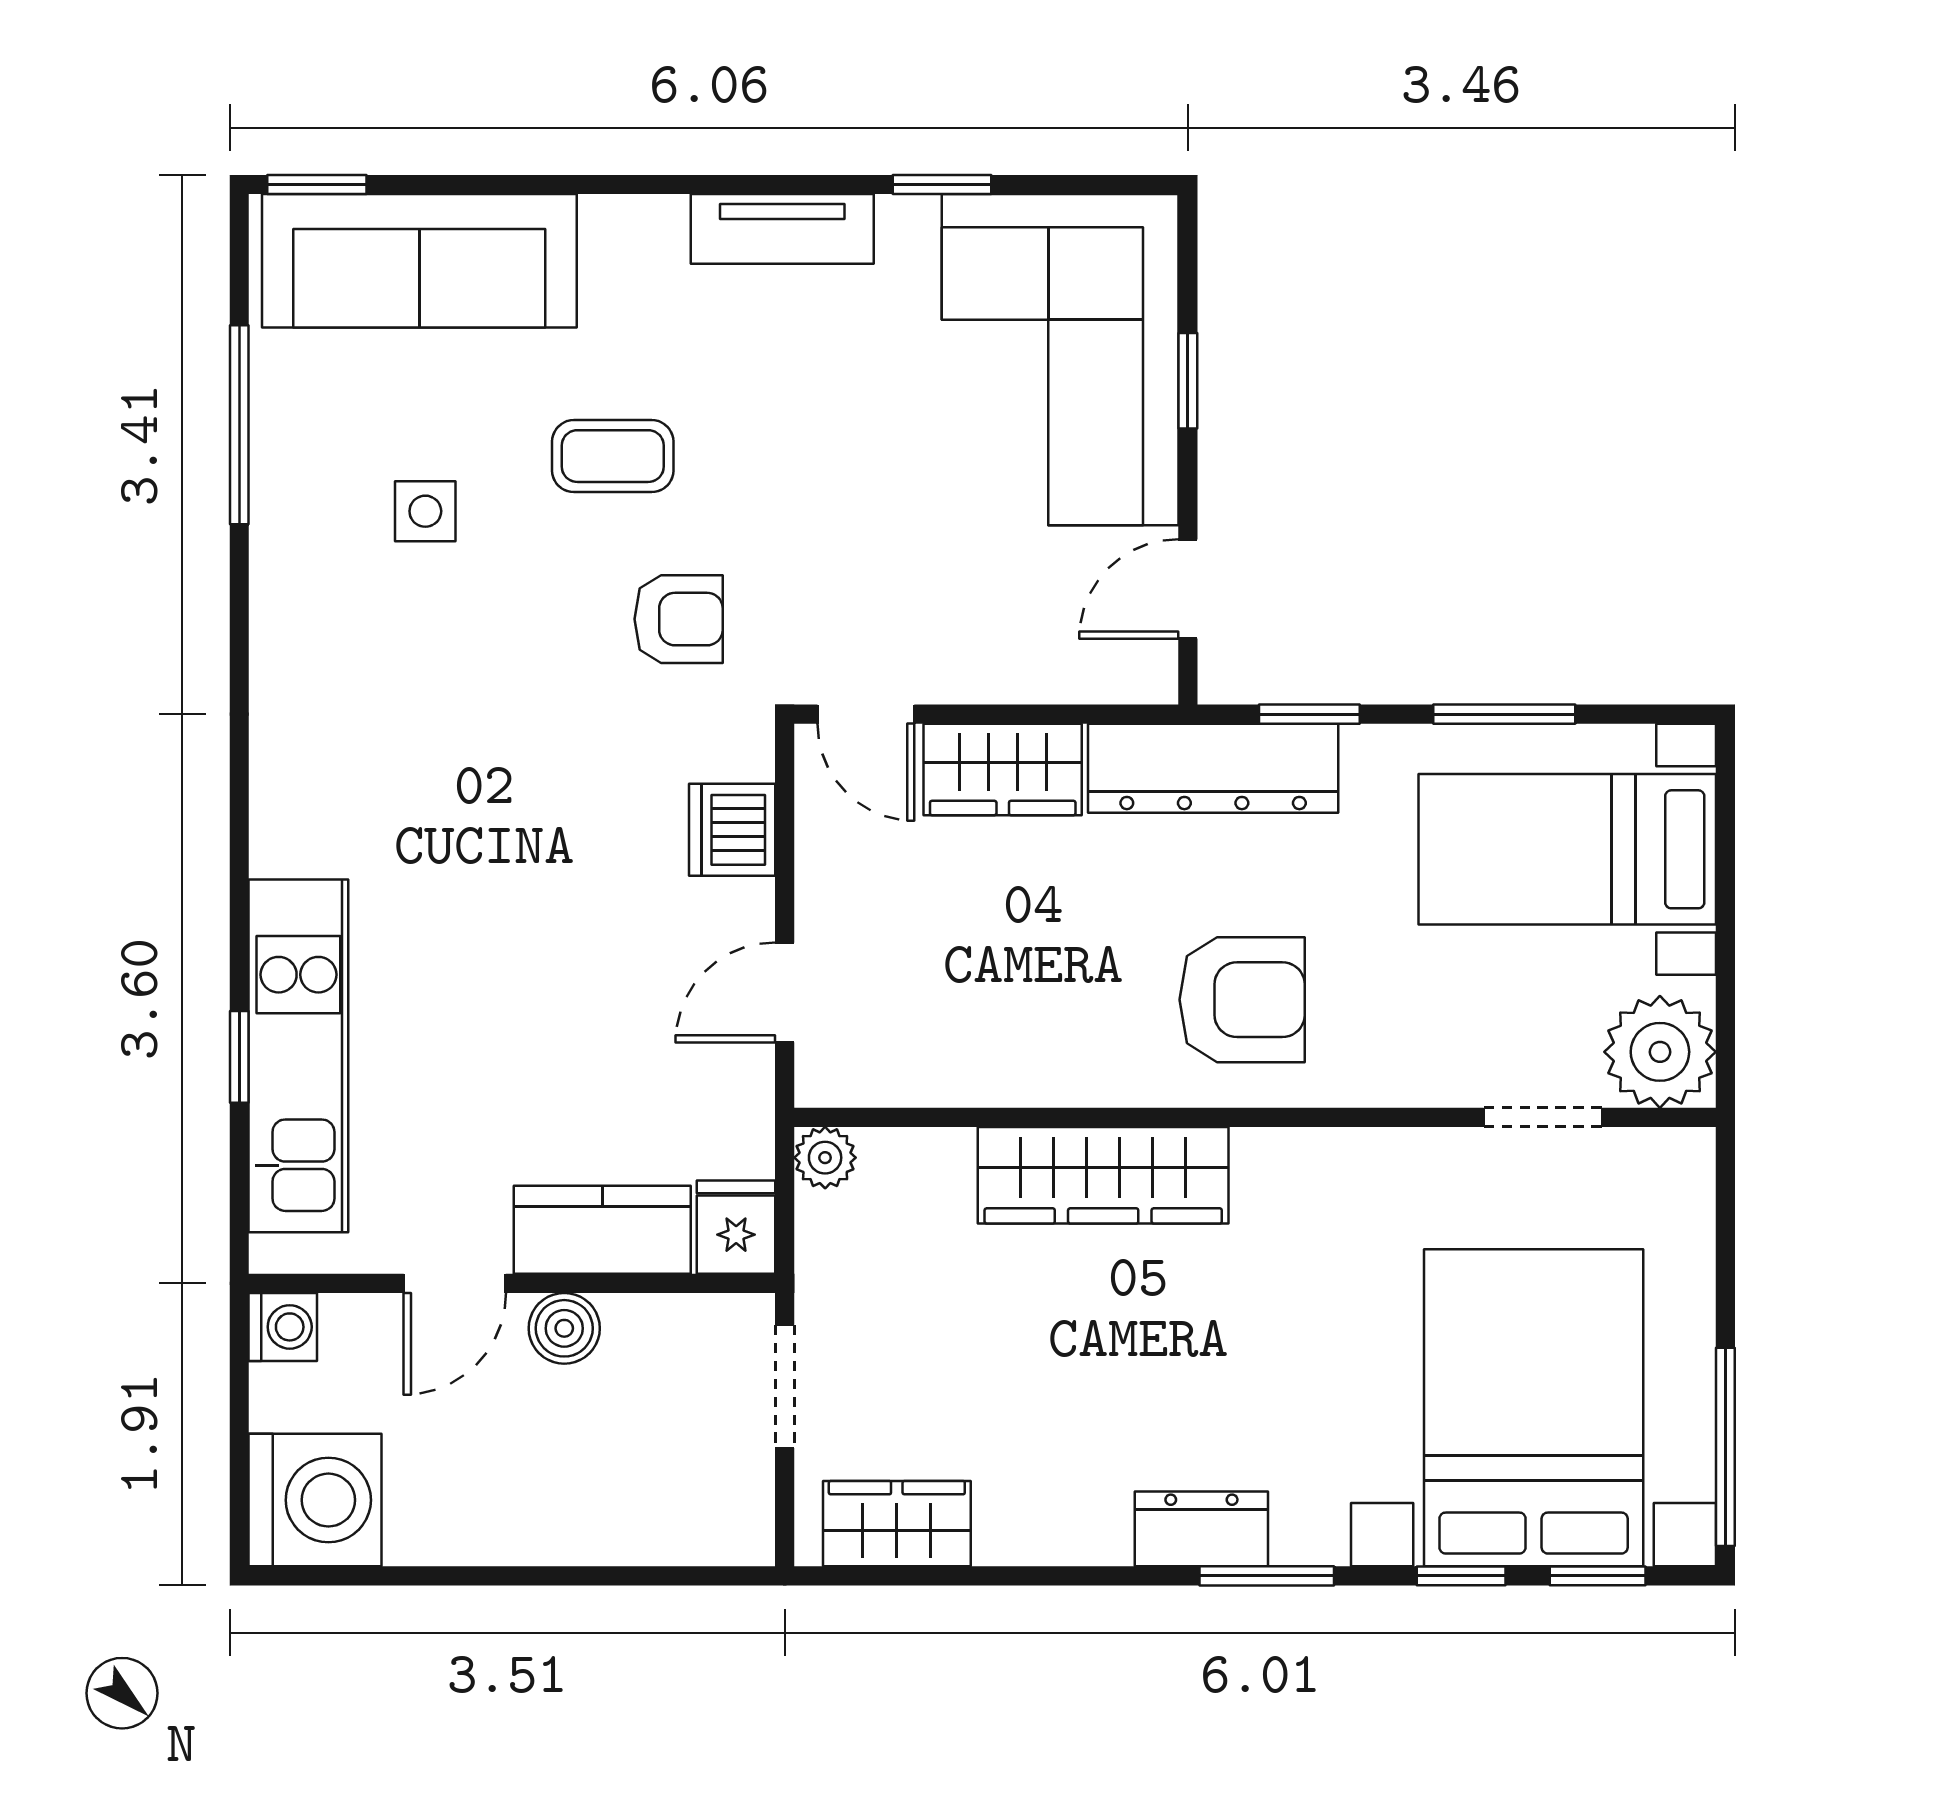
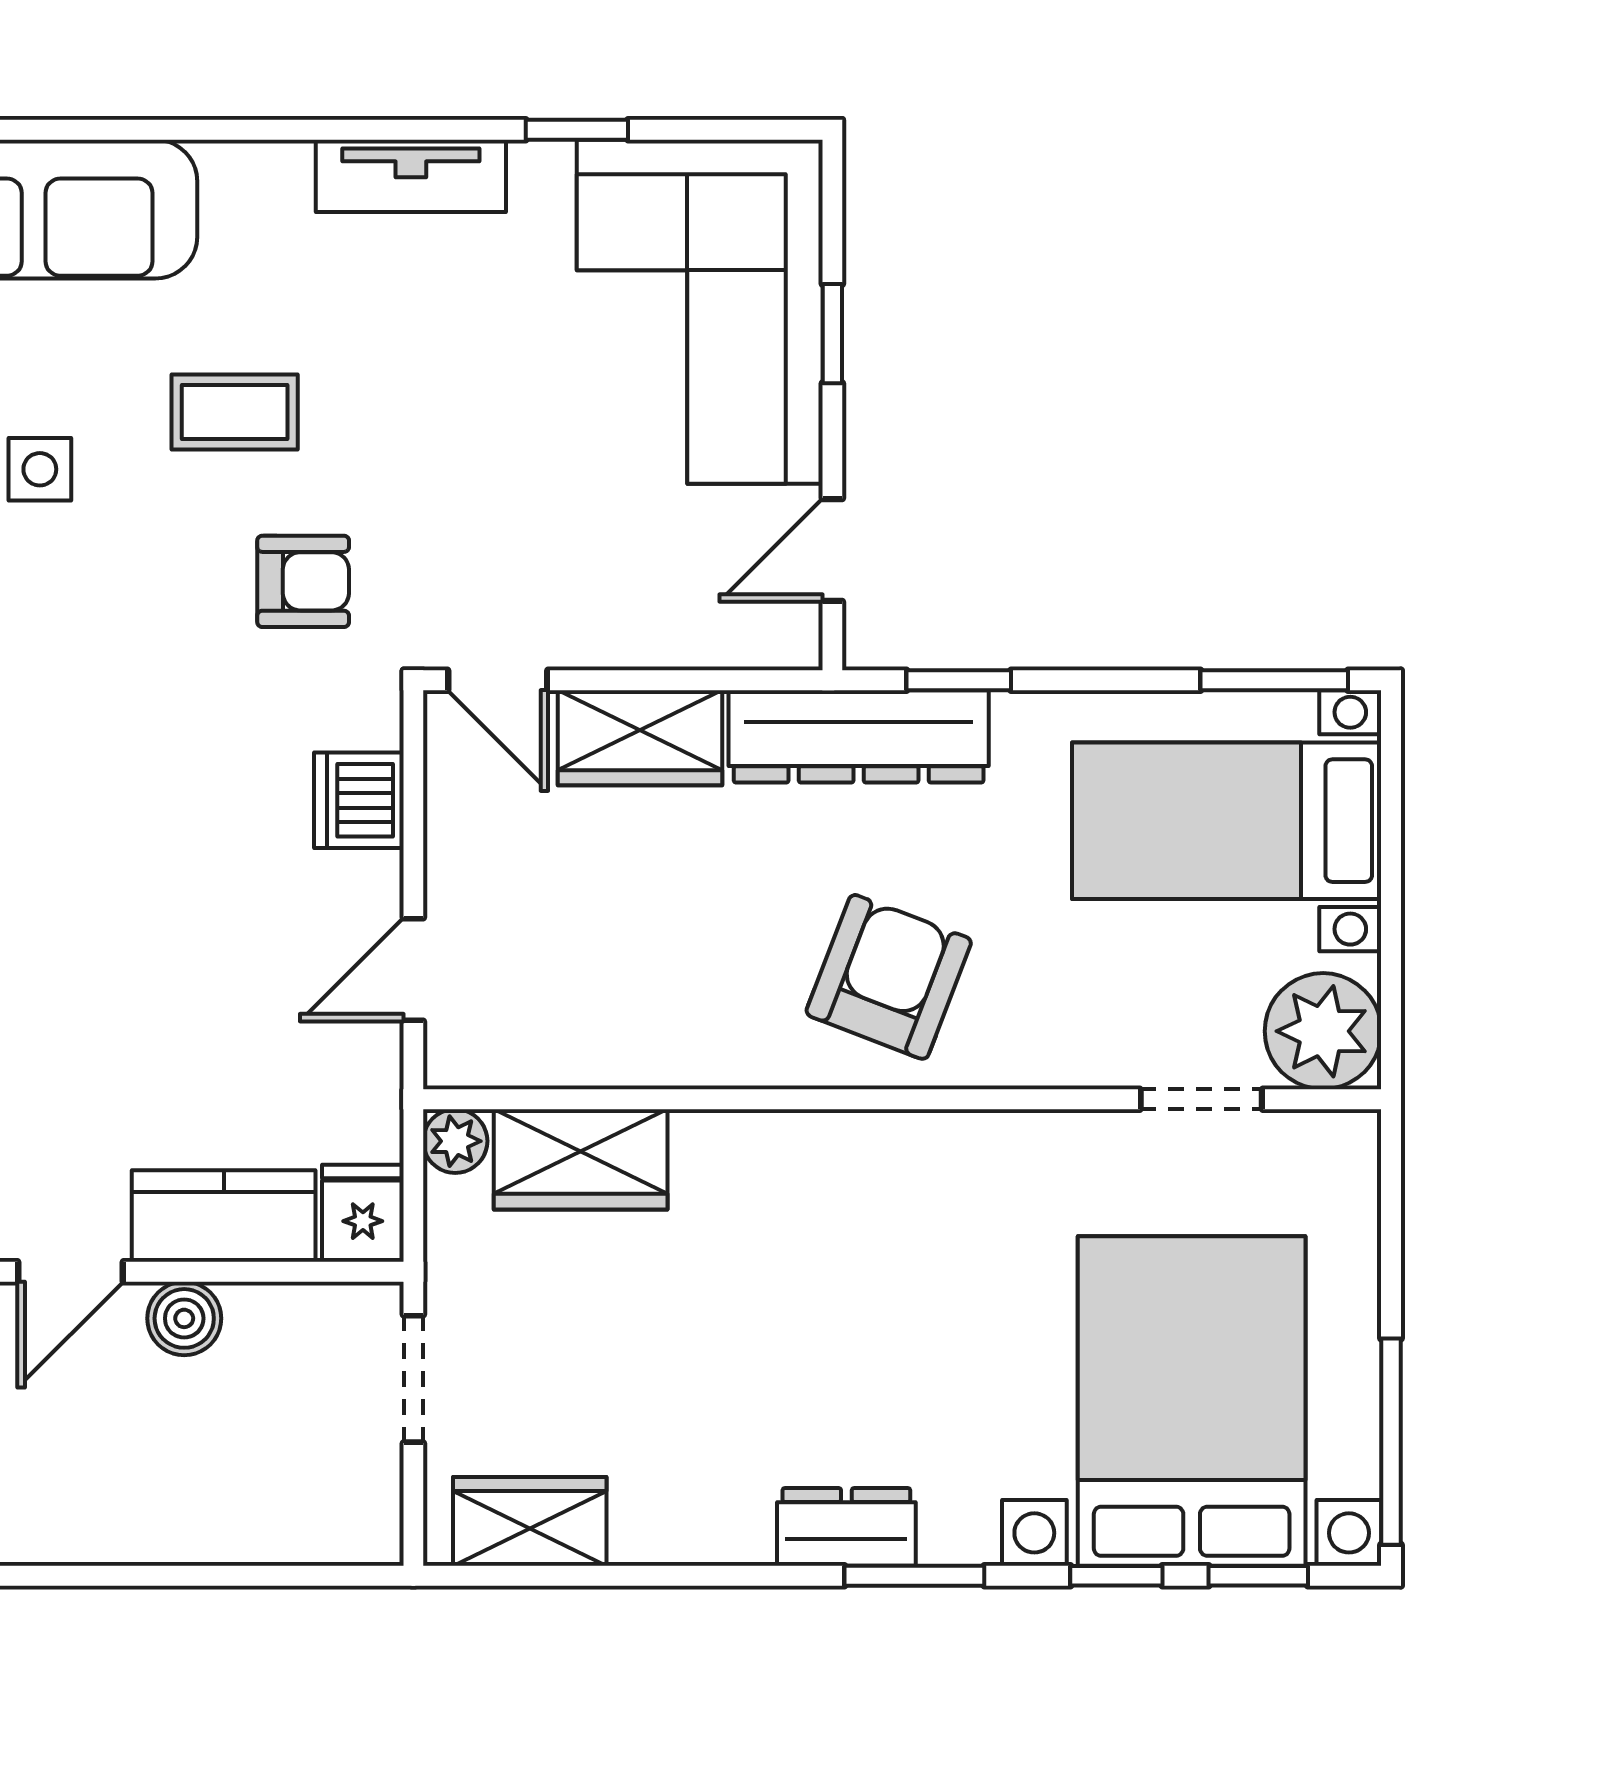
window: (1504, 714) -> (1274, 680), moved
armchair: (1242, 1000) -> (889, 977), turned -69
wardrobe: (1103, 1175) -> (581, 1159), moved, width x0.67

